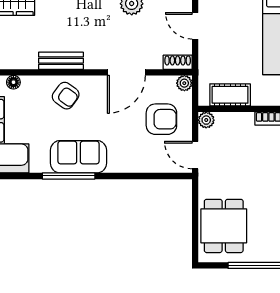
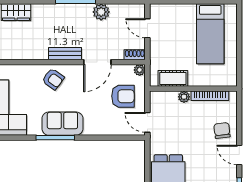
bench: (61, 61) -> (65, 54), moved
floor lamp: (13, 82) -> (15, 69), removed
plant: (206, 120) -> (184, 97), moved

